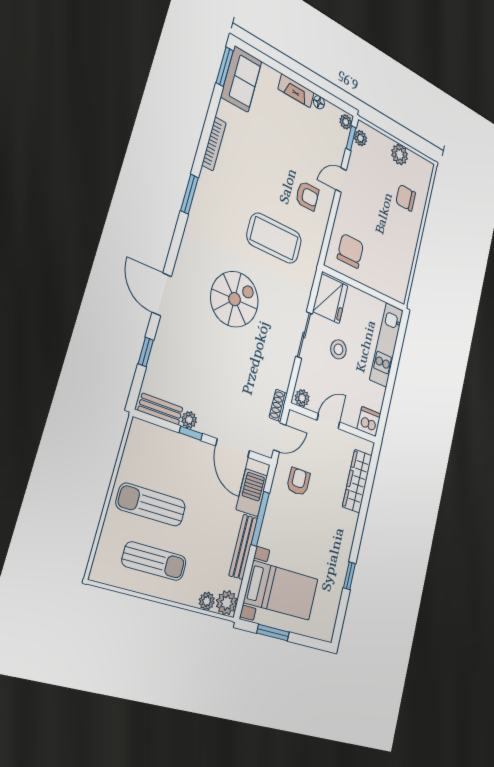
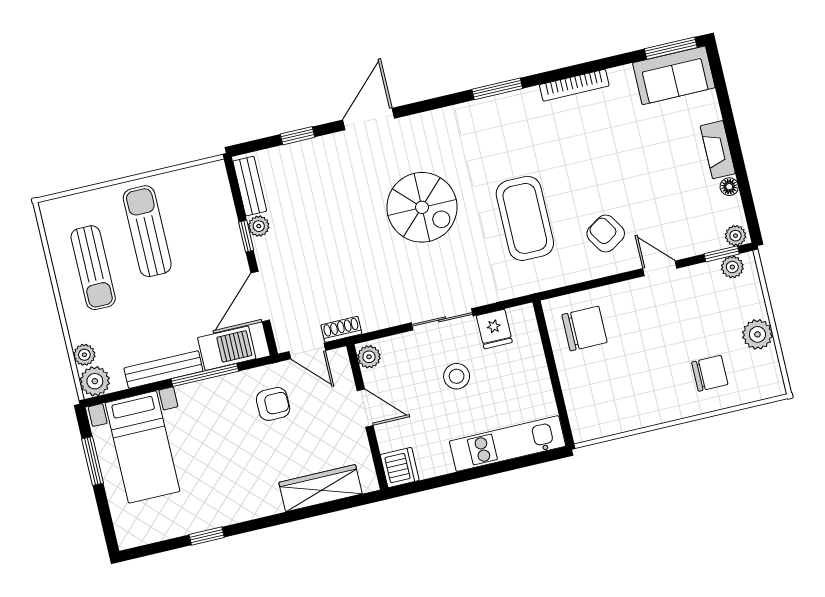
armchair: (307, 196) -> (606, 233), turned 148
chair: (406, 198) -> (710, 373), turned 90
fridge: (330, 299) -> (494, 329), width x0.53, depth x0.75

